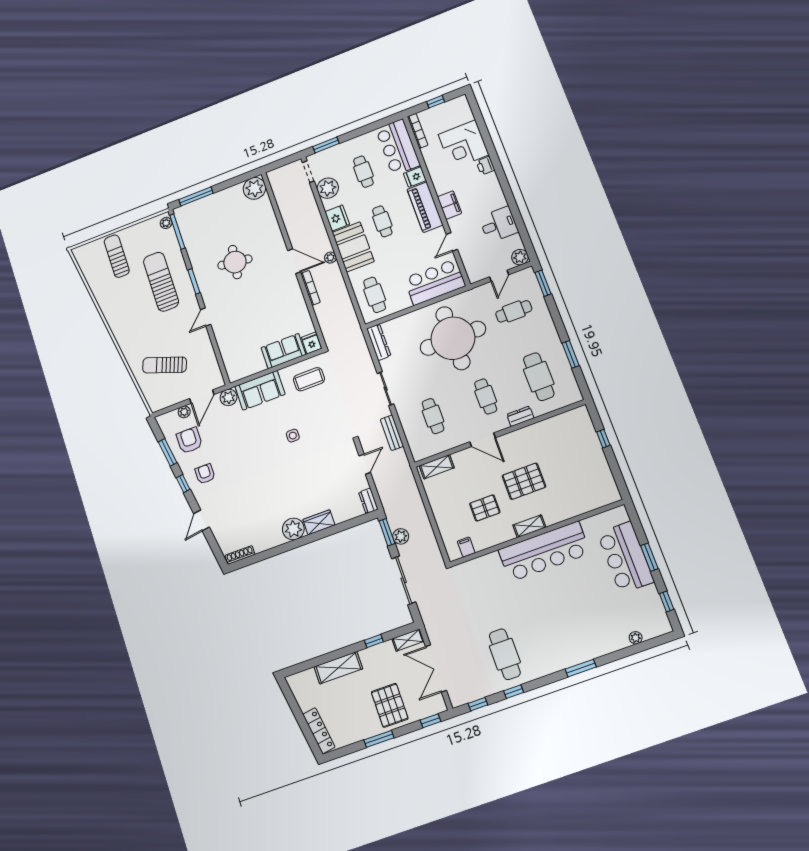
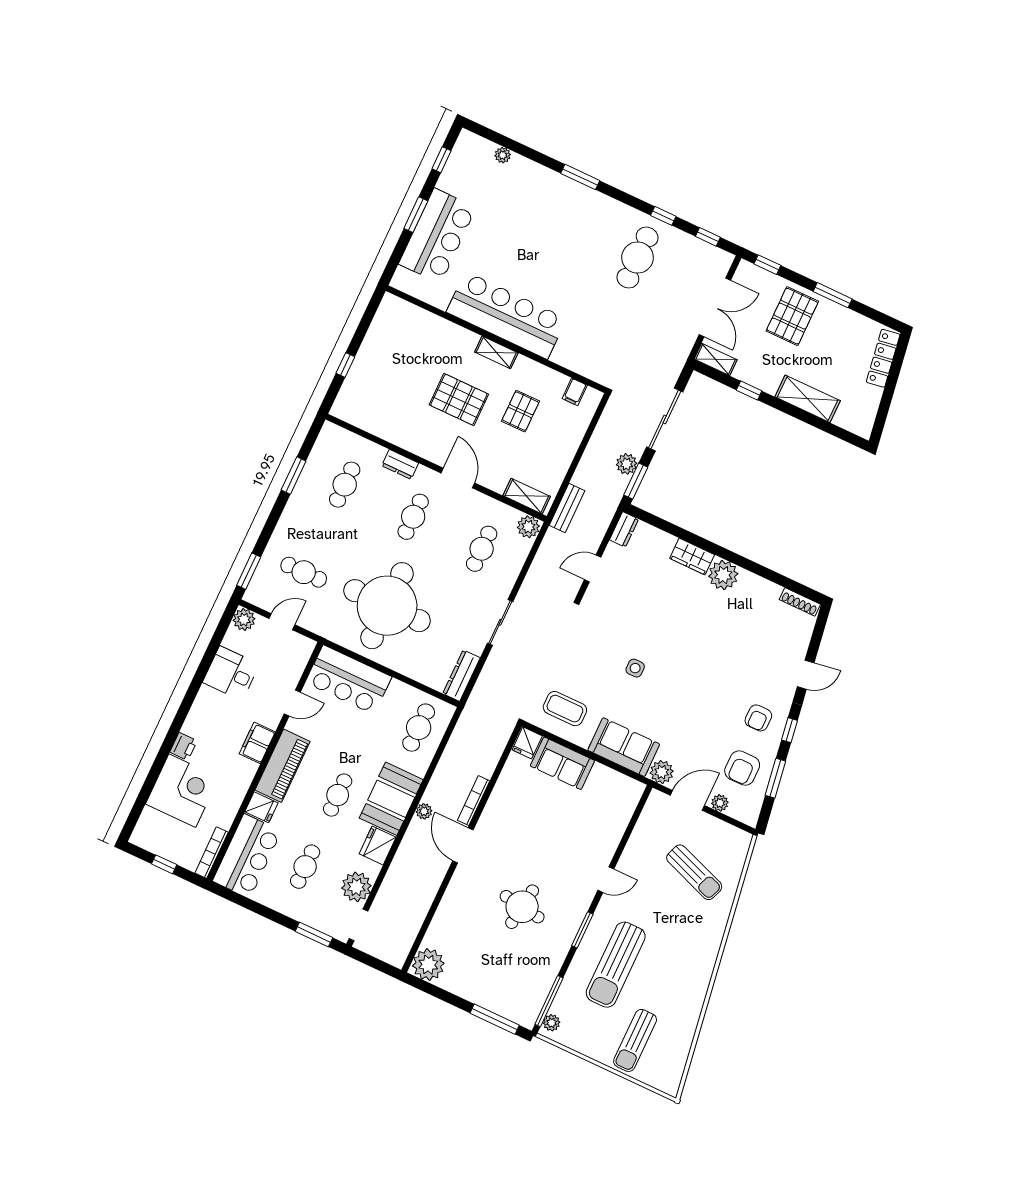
cafe table: (539, 377) -> (345, 485), width x0.73, depth x0.74
bench: (392, 433) -> (567, 508), moved
plant: (420, 452) -> (528, 527), added
pallet: (485, 508) -> (520, 411), turned 90

